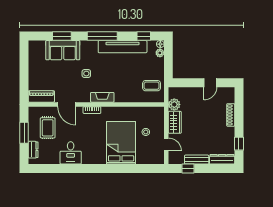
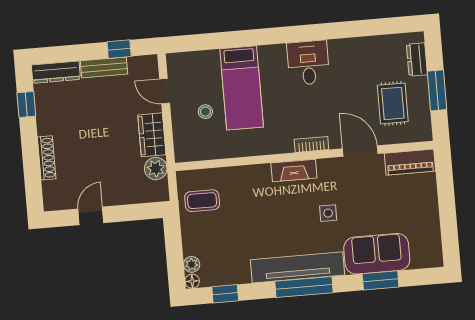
tv unit: (123, 47) -> (297, 267), moved
bed: (121, 143) -> (242, 88), width x0.67
desk: (71, 153) -> (308, 63), moved

